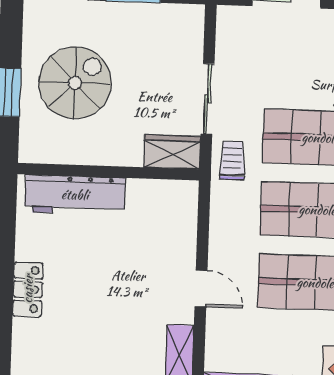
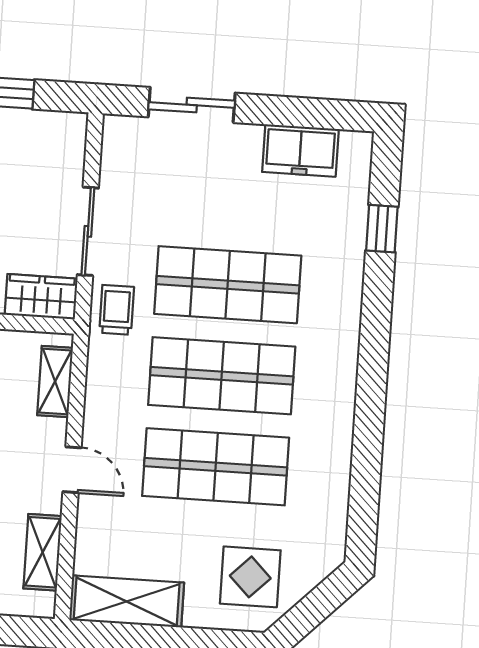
shelving: (185, 219) -> (55, 382), added

